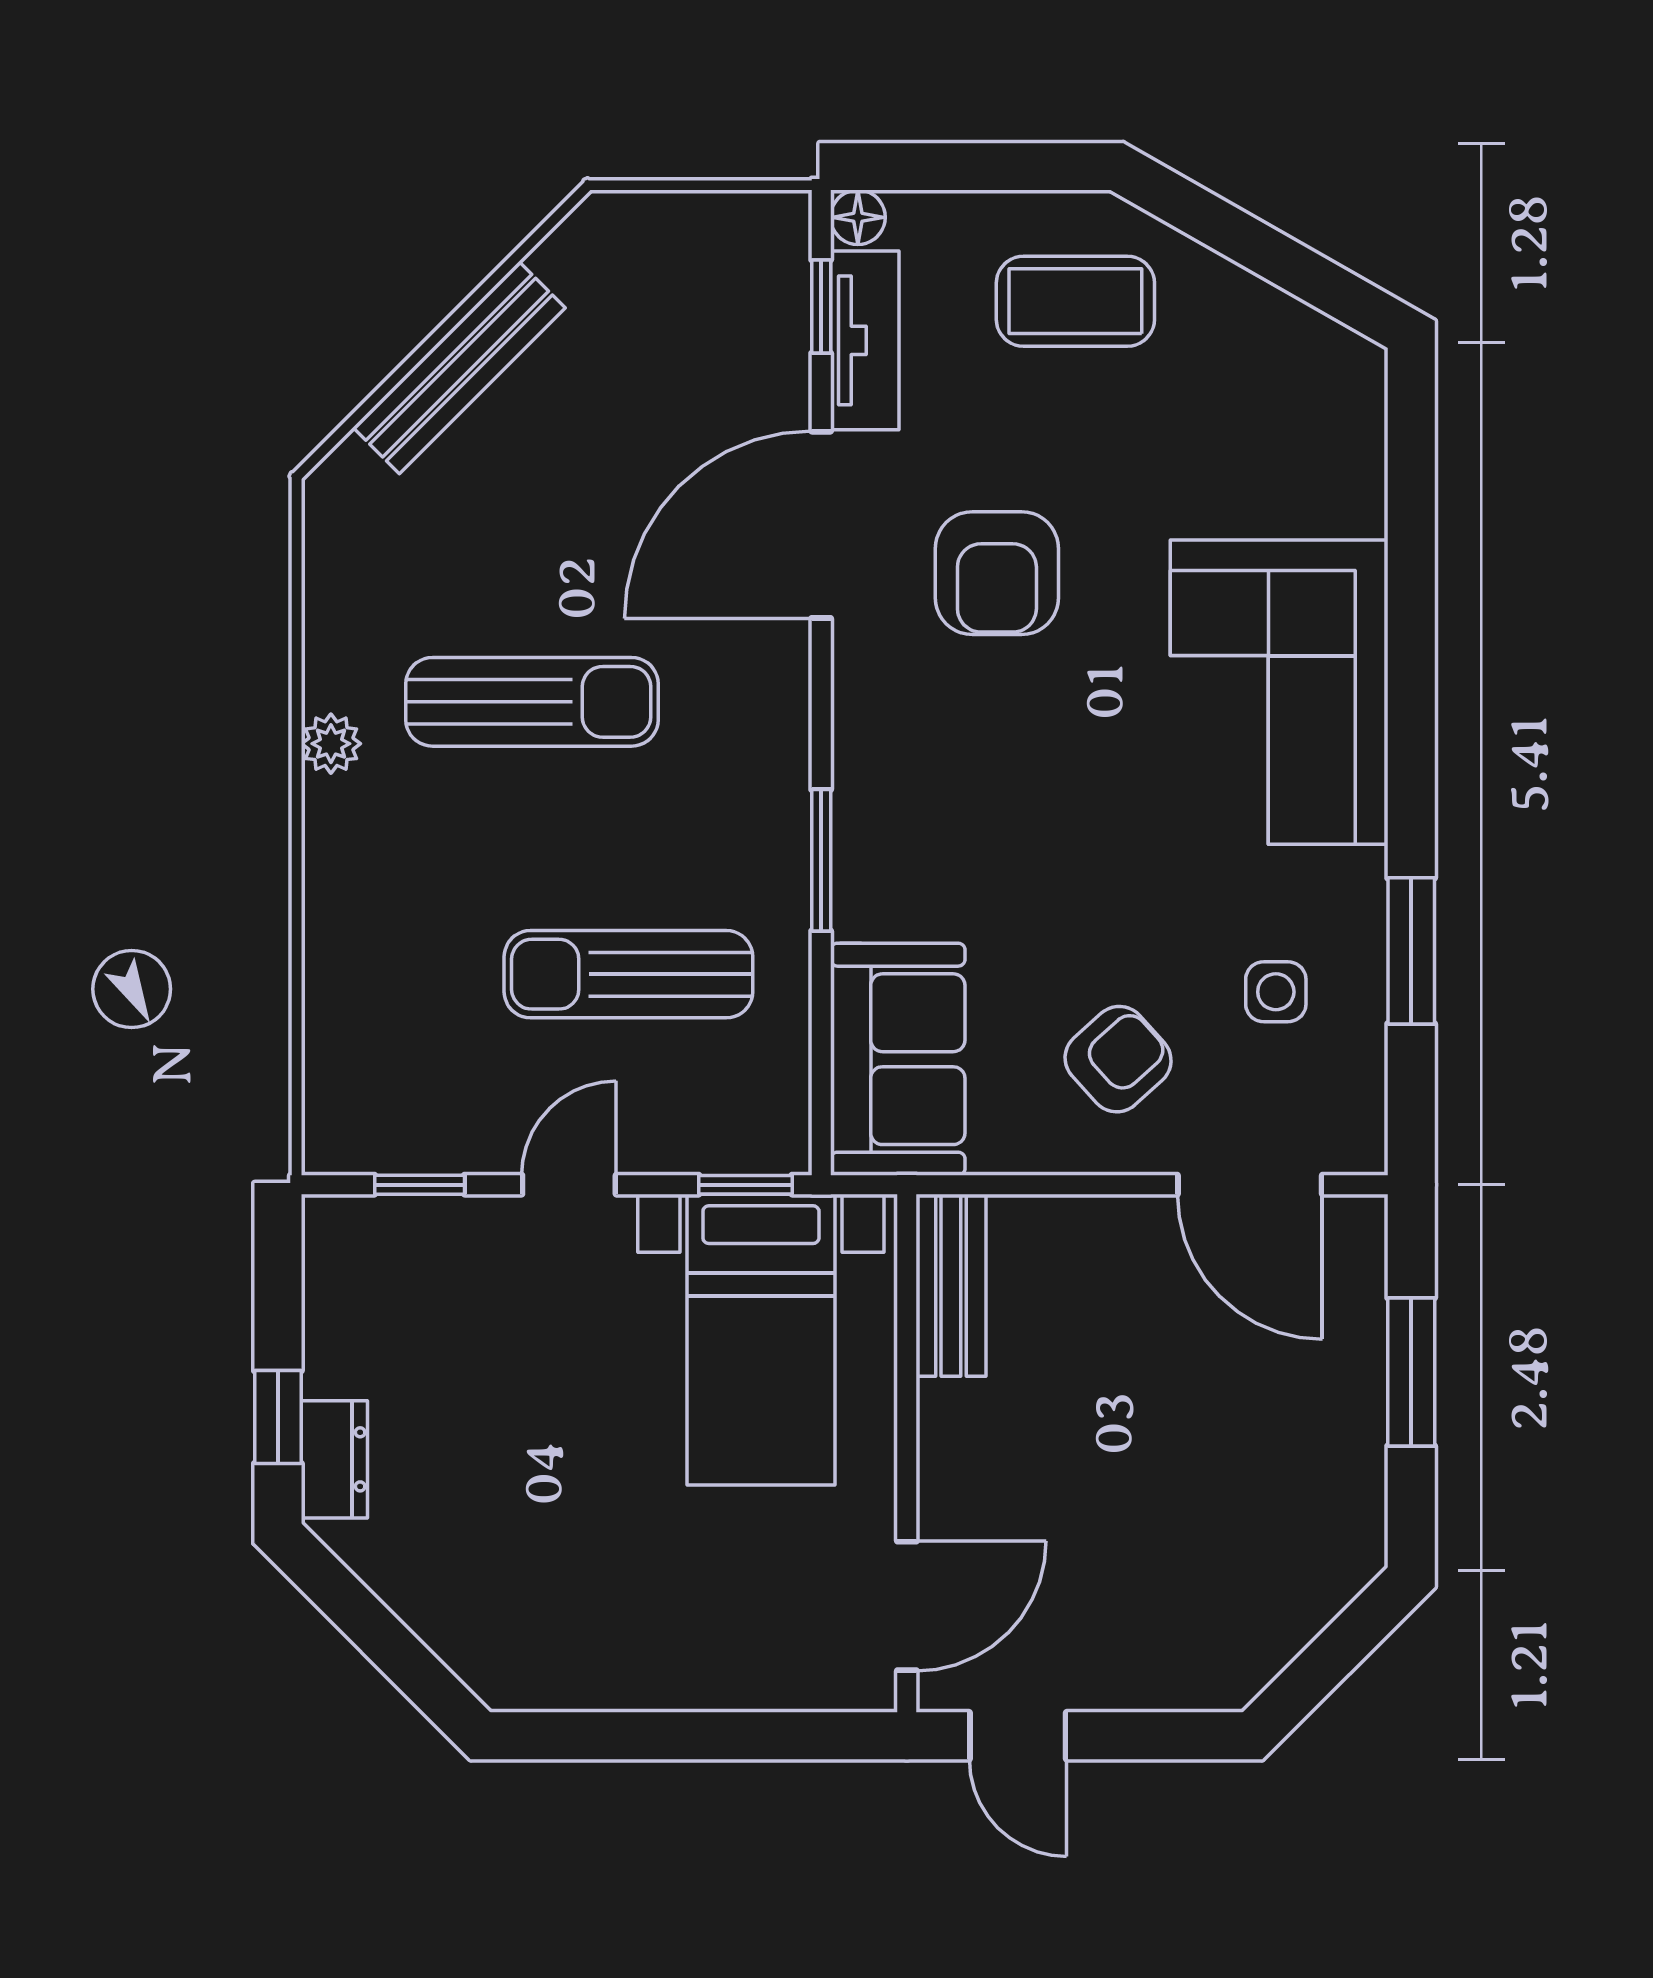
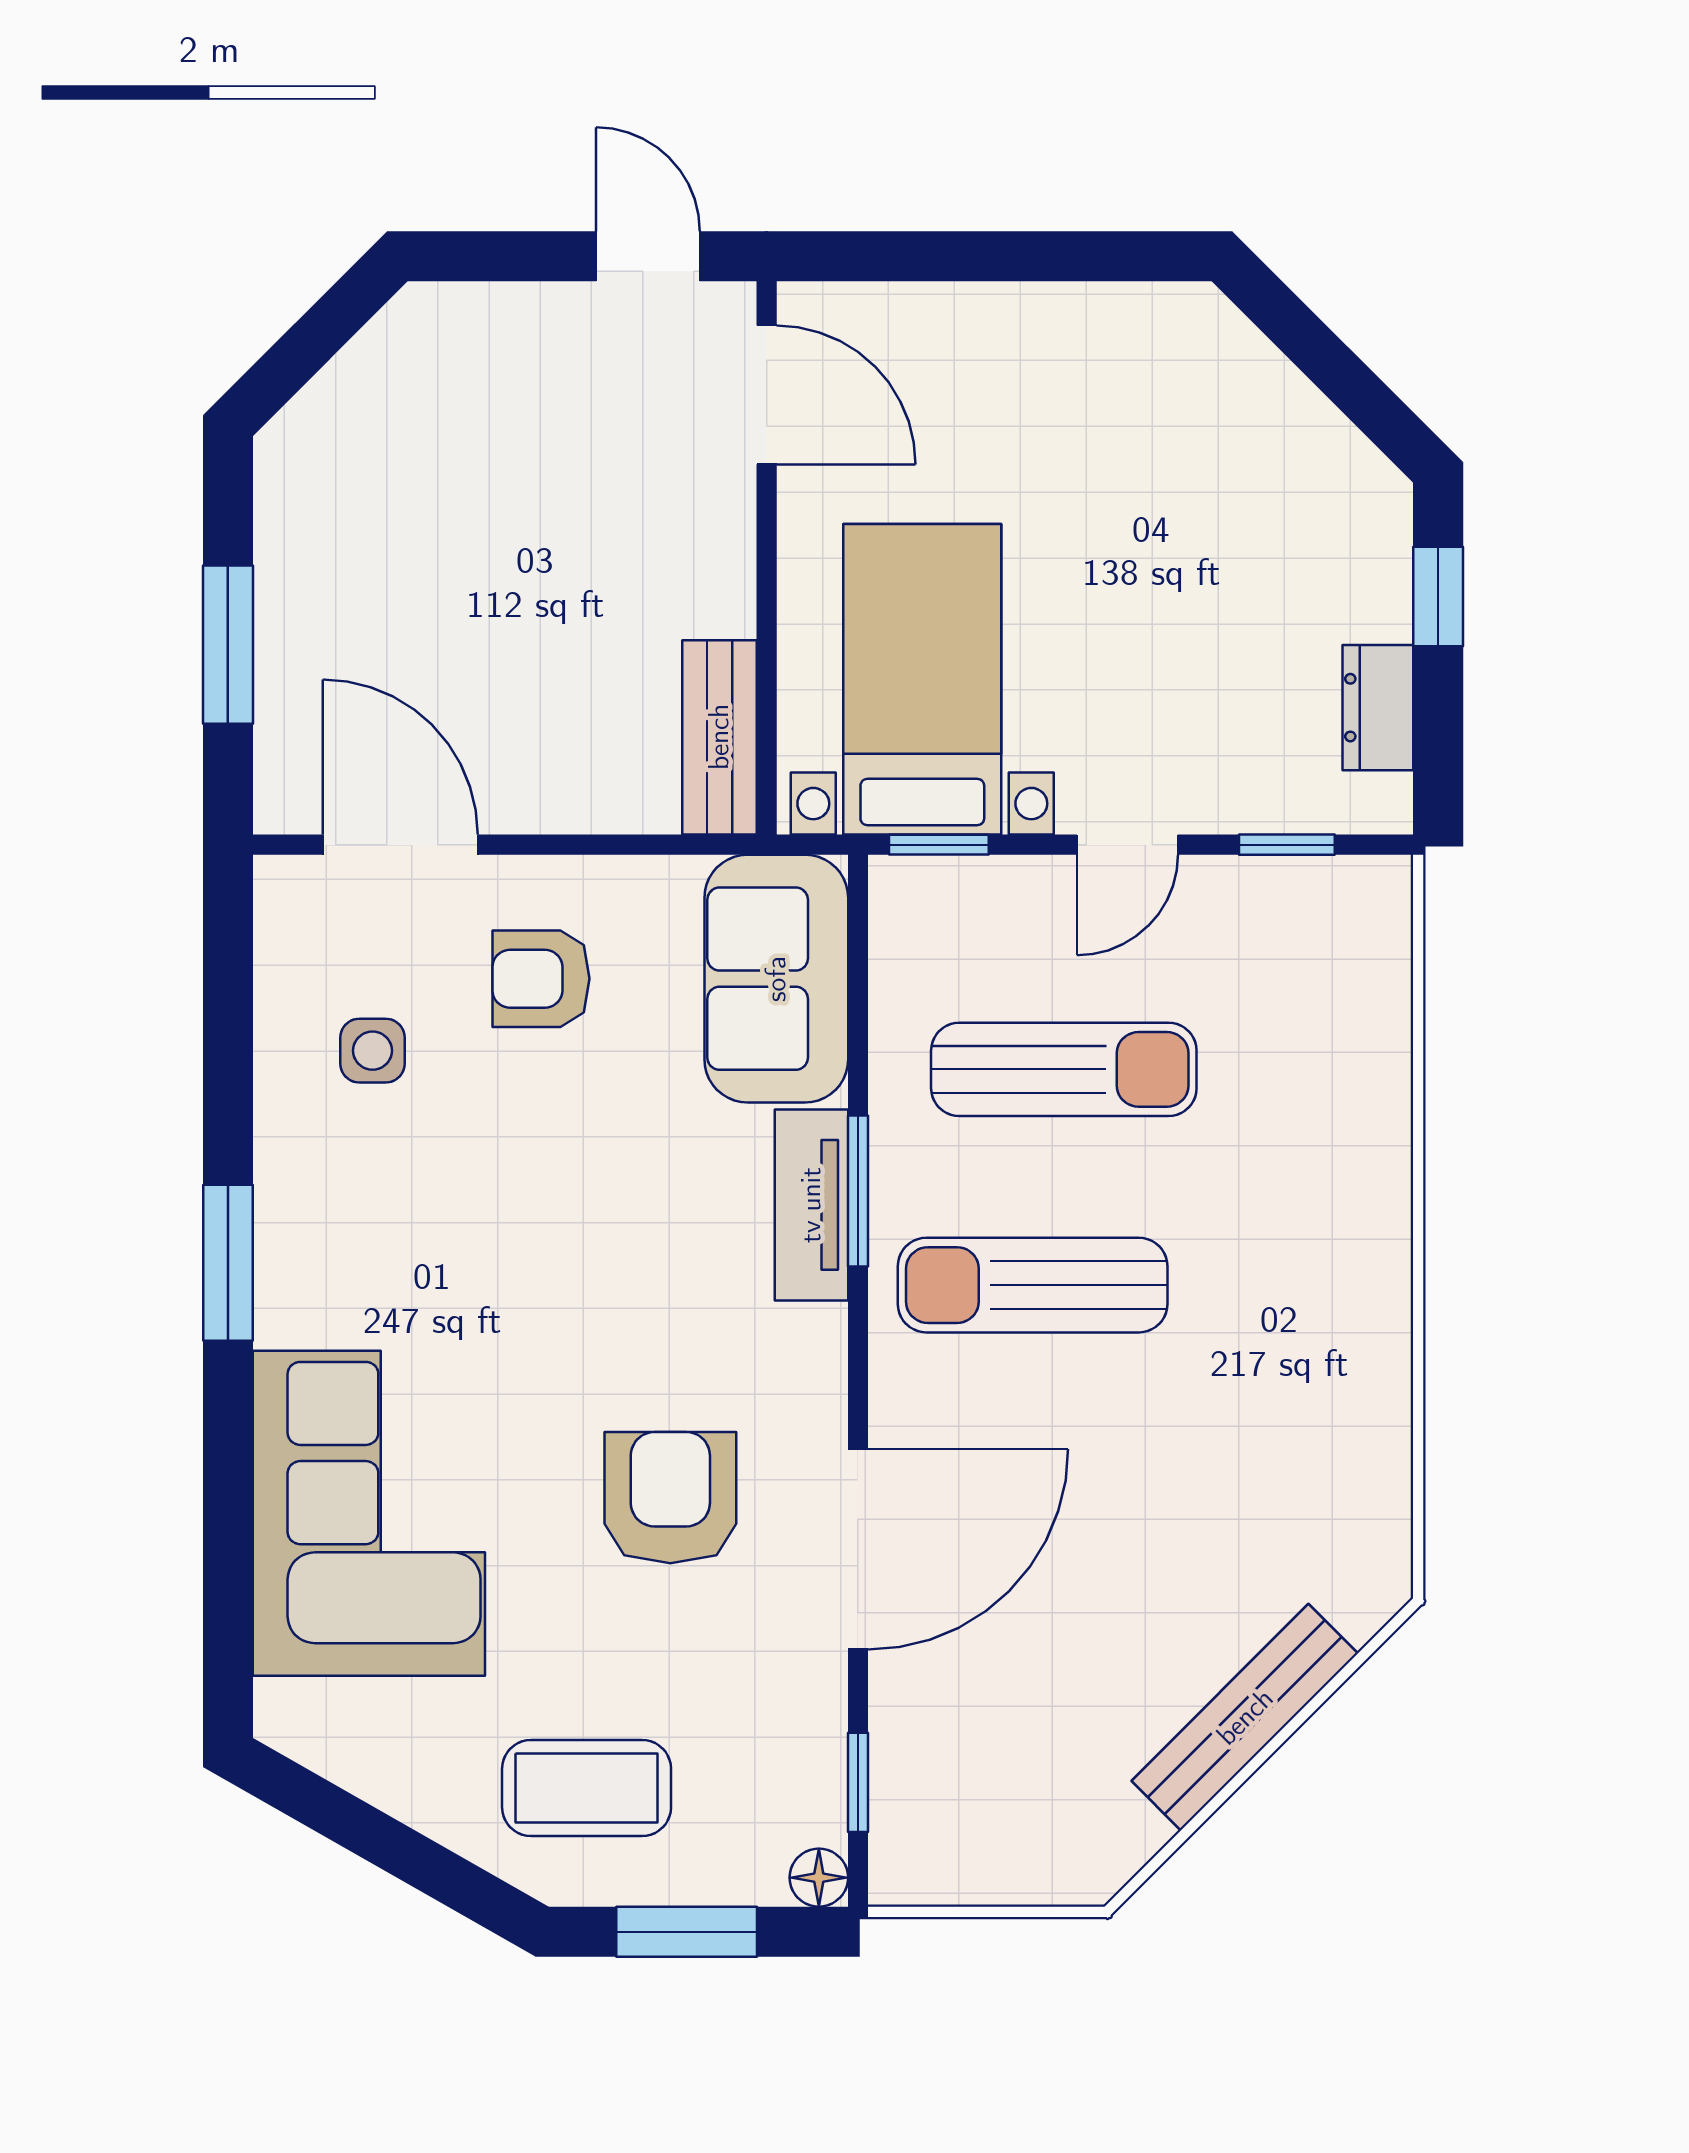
window: (982, 167) -> (687, 1932), added
tv unit: (865, 340) -> (811, 1205), moved
corner sofa: (1279, 692) -> (369, 1513), moved
sun lounger: (532, 702) -> (1033, 1285), moved
plant: (331, 744) -> (1381, 1316), removed
window: (1411, 951) -> (228, 1263), moved
armchair: (1118, 1059) -> (541, 979), turned 42
dresser: (334, 1459) -> (1378, 708), moved
door: (907, 1606) -> (767, 395), swing flipped

